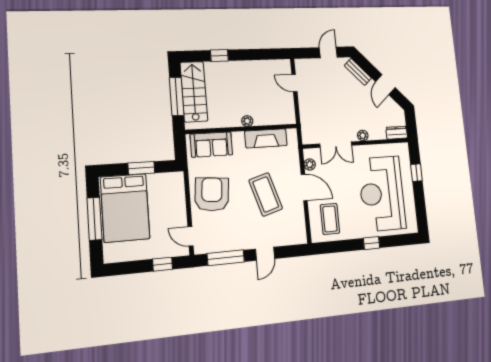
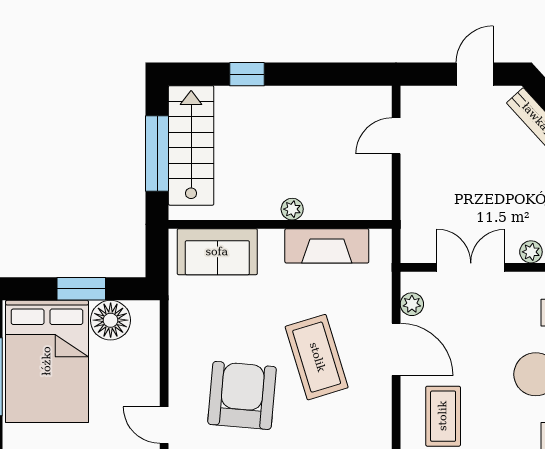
door: (294, 83) -> (396, 136), hinge flipped
double door: (336, 145) -> (471, 267), swing flipped
floor lamp: (158, 183) -> (111, 320), added
armchair: (212, 194) -> (242, 395), moved

